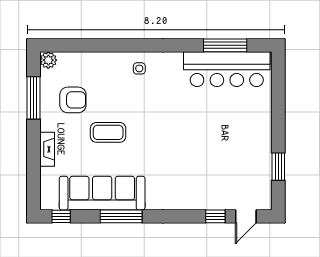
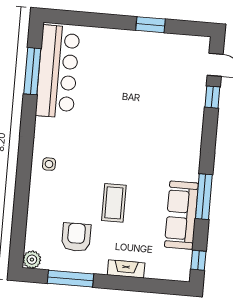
window: (278, 167) -> (150, 25), moved
sofa: (102, 193) -> (181, 215), width x0.74, depth x0.79

